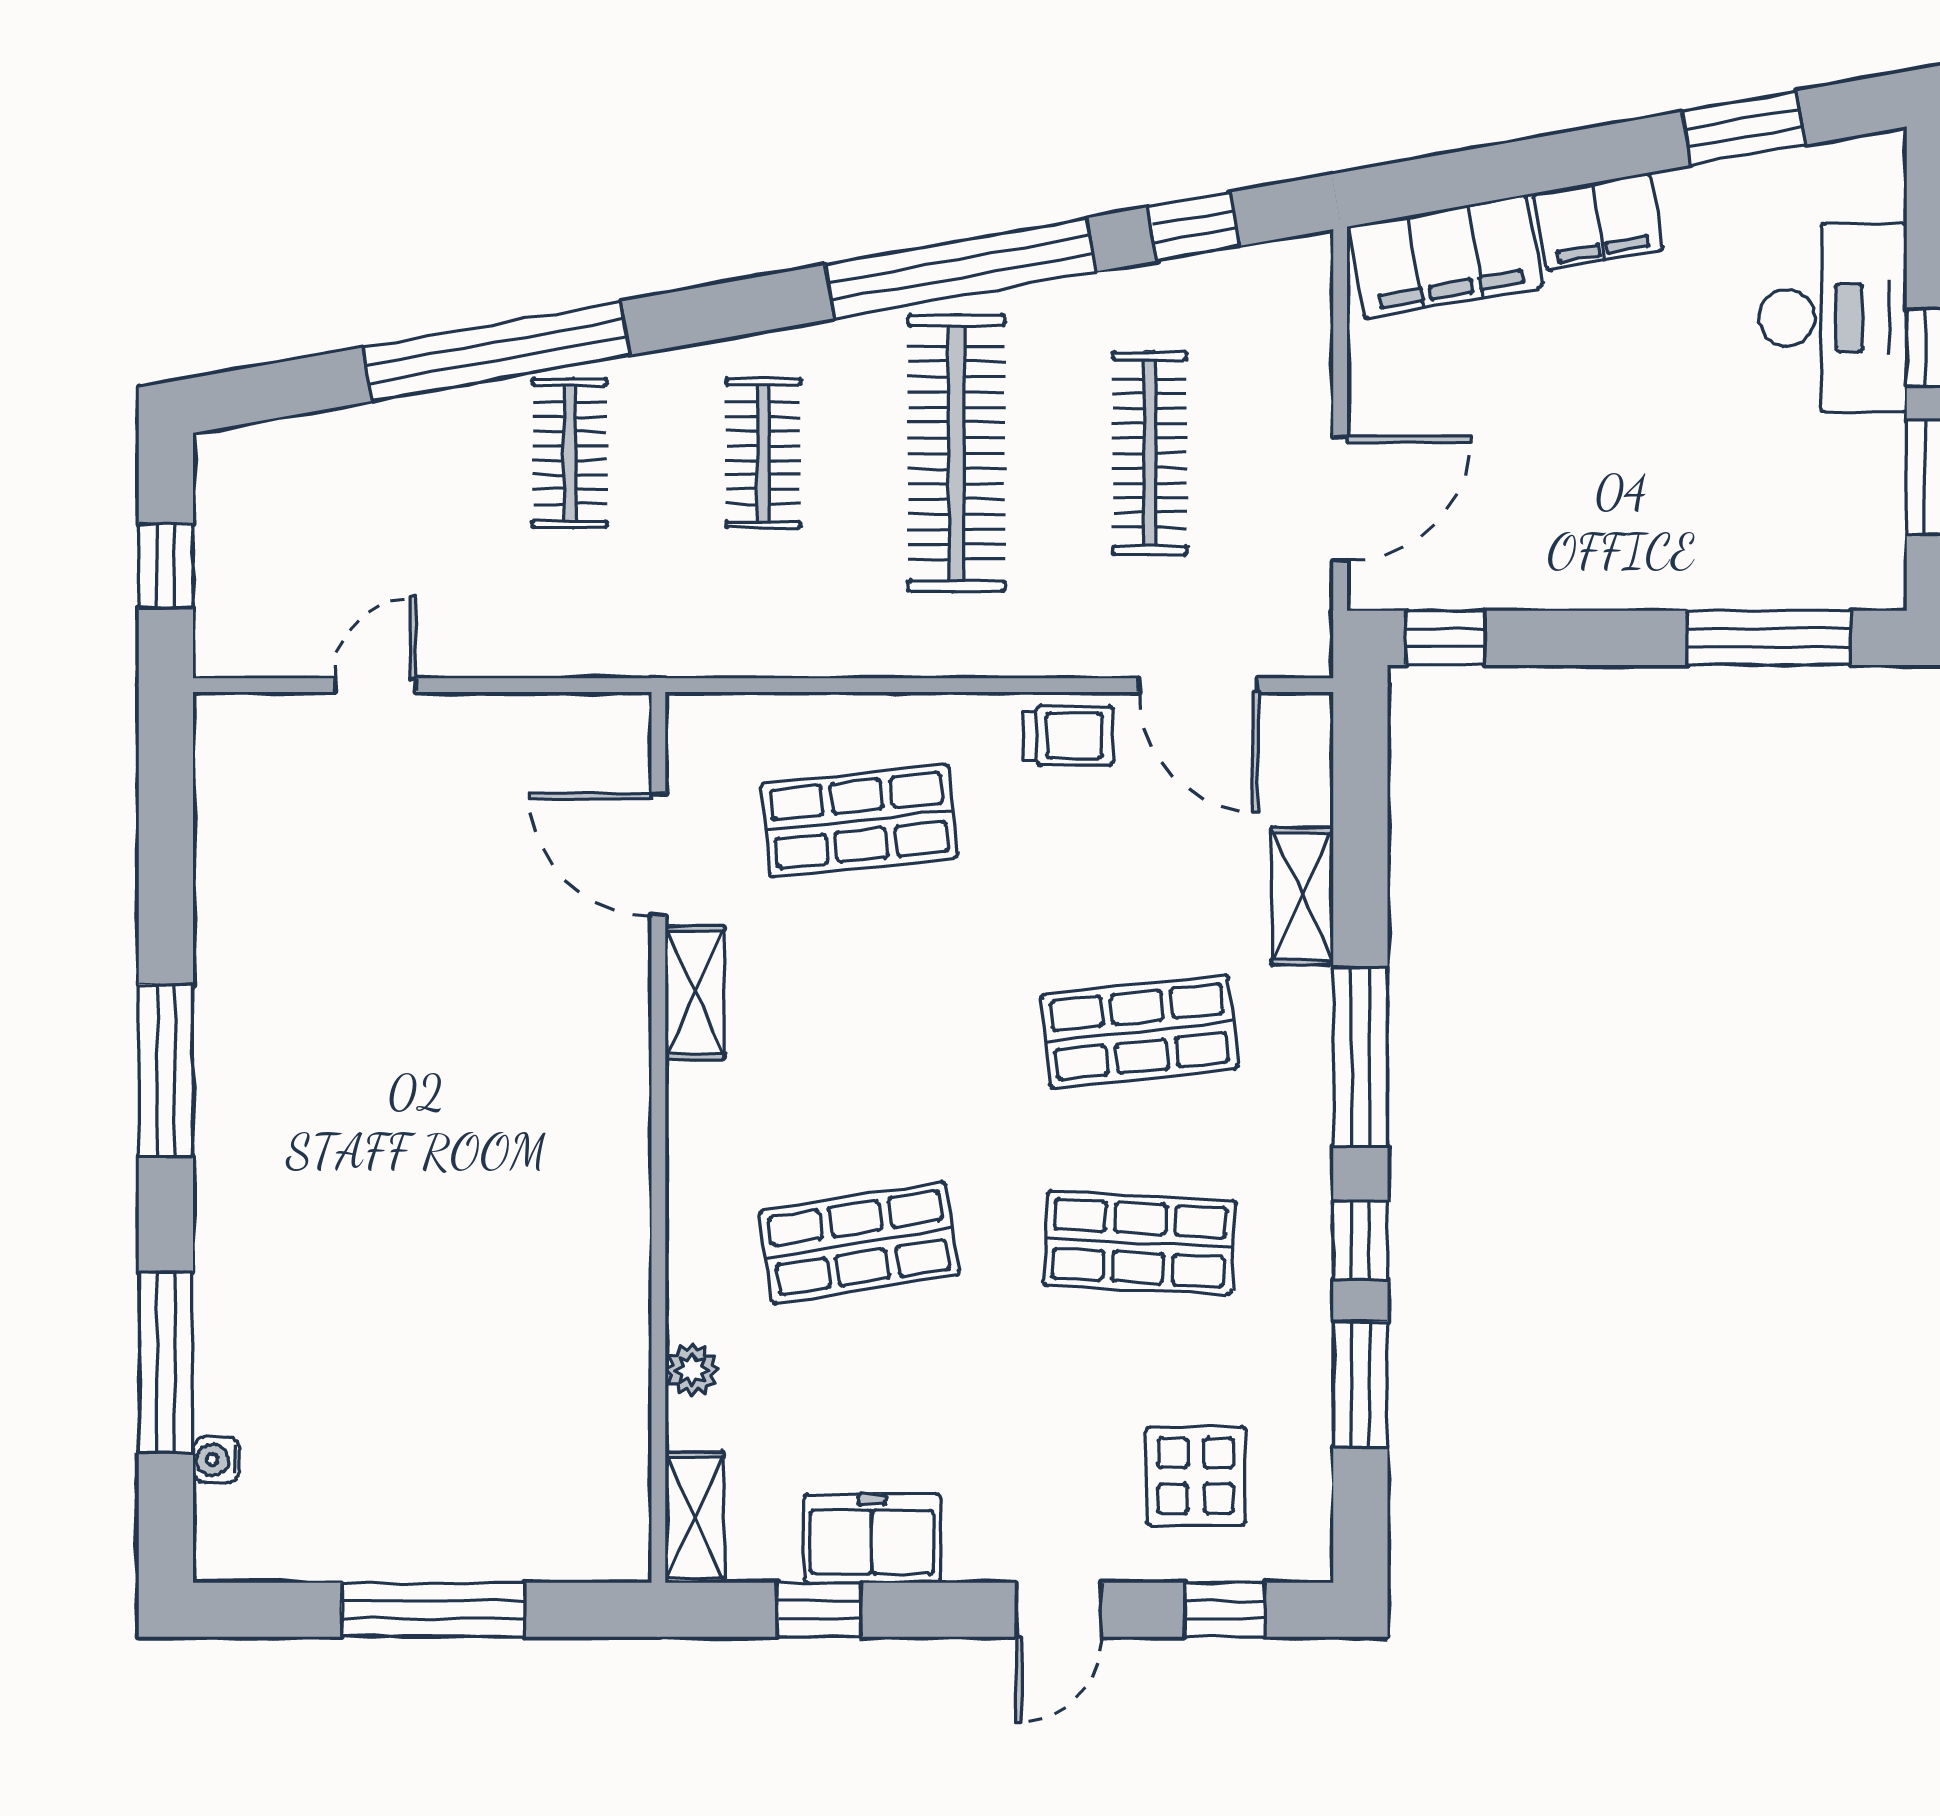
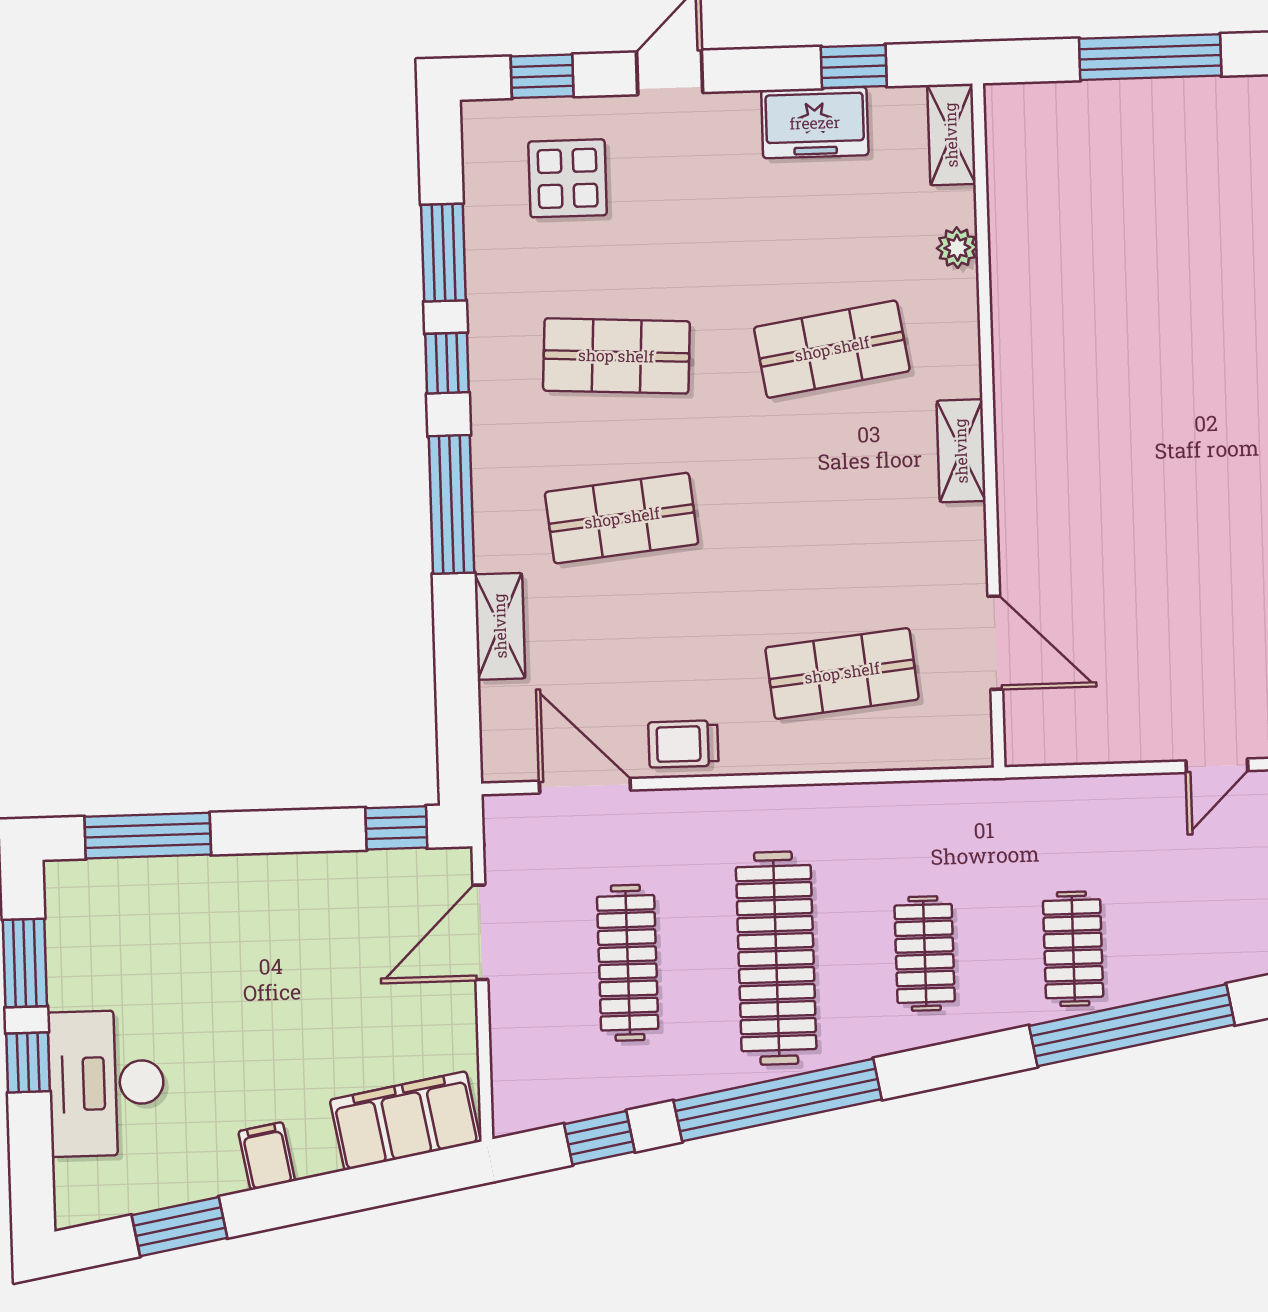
filing cabinet: (1598, 222) -> (267, 1156), width x0.50
shelving: (695, 992) -> (961, 451), moved

